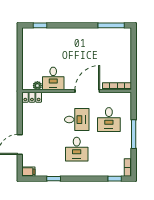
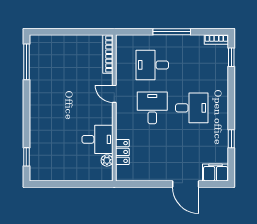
door: (87, 91) -> (114, 94), width x0.53
locker: (32, 97) -> (122, 152), moved
desk: (109, 120) -> (152, 65), turned 180
filing cabinet: (28, 172) -> (216, 172), width x2.00

